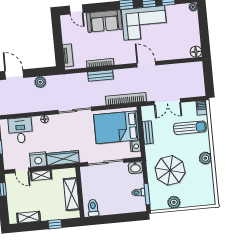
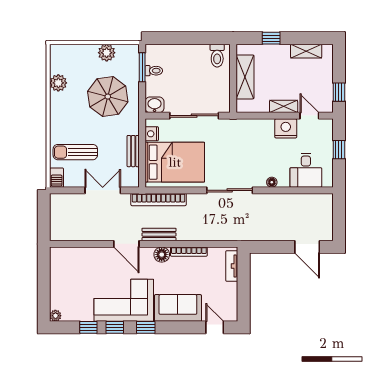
floor lamp: (196, 52) -> (162, 255), moved
bench: (101, 75) -> (159, 234), moved
plant: (40, 82) -> (273, 233), removed
wardrobe: (63, 158) -> (252, 127), removed
plant: (205, 158) -> (58, 83), moved

